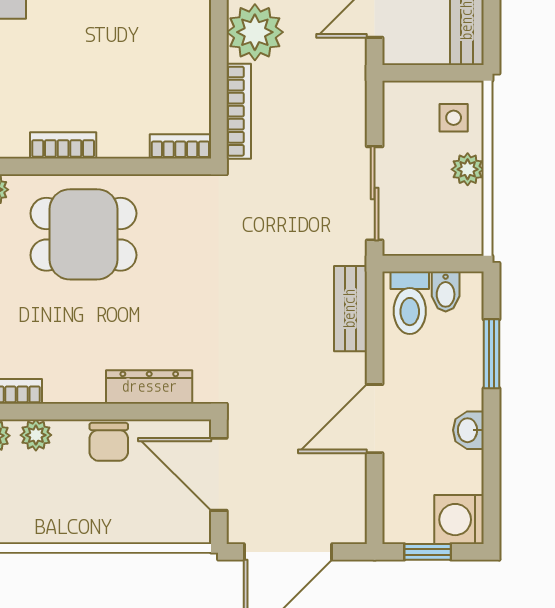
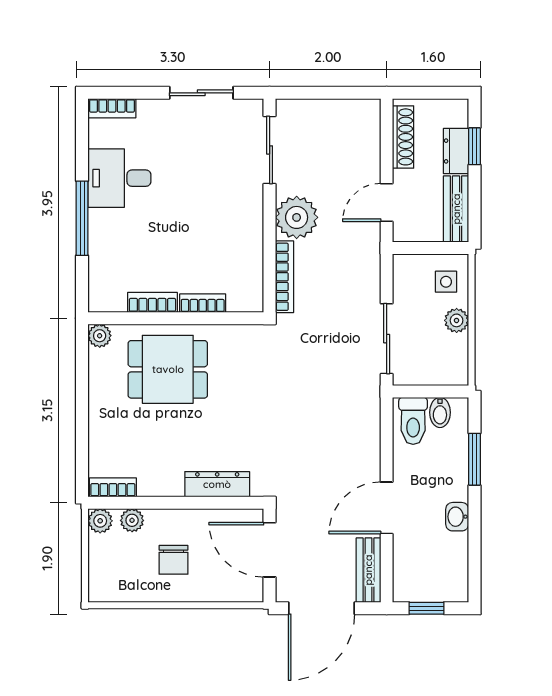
bookcase: (180, 146) -> (203, 303), moved
bench: (350, 309) -> (368, 570), moved
chair: (109, 442) -> (174, 560), moved
washing machine: (459, 520) -> (450, 584), removed

